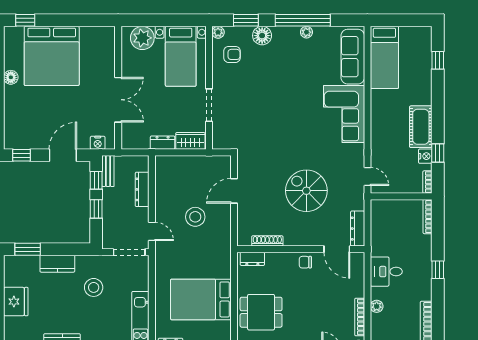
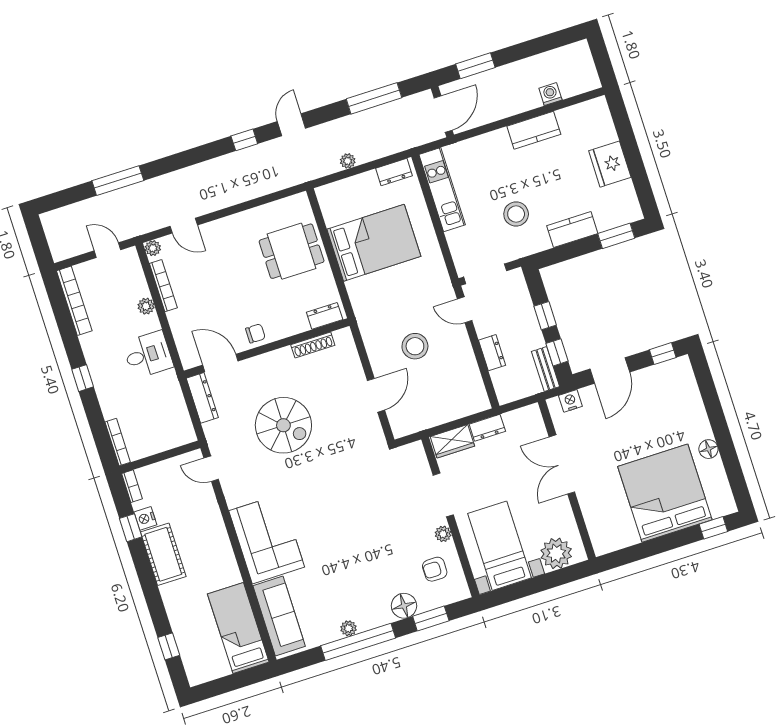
plant: (218, 32) -> (443, 534), moved
dresser: (142, 189) -> (492, 353), width x0.70

